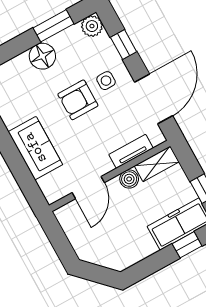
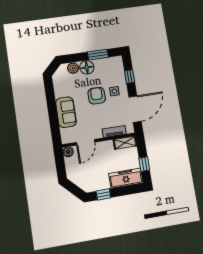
plant: (92, 26) -> (73, 68), moved
armchair: (78, 100) -> (97, 96), turned 90
boiler: (129, 179) -> (68, 152), moved
window: (187, 245) -> (103, 194), moved

